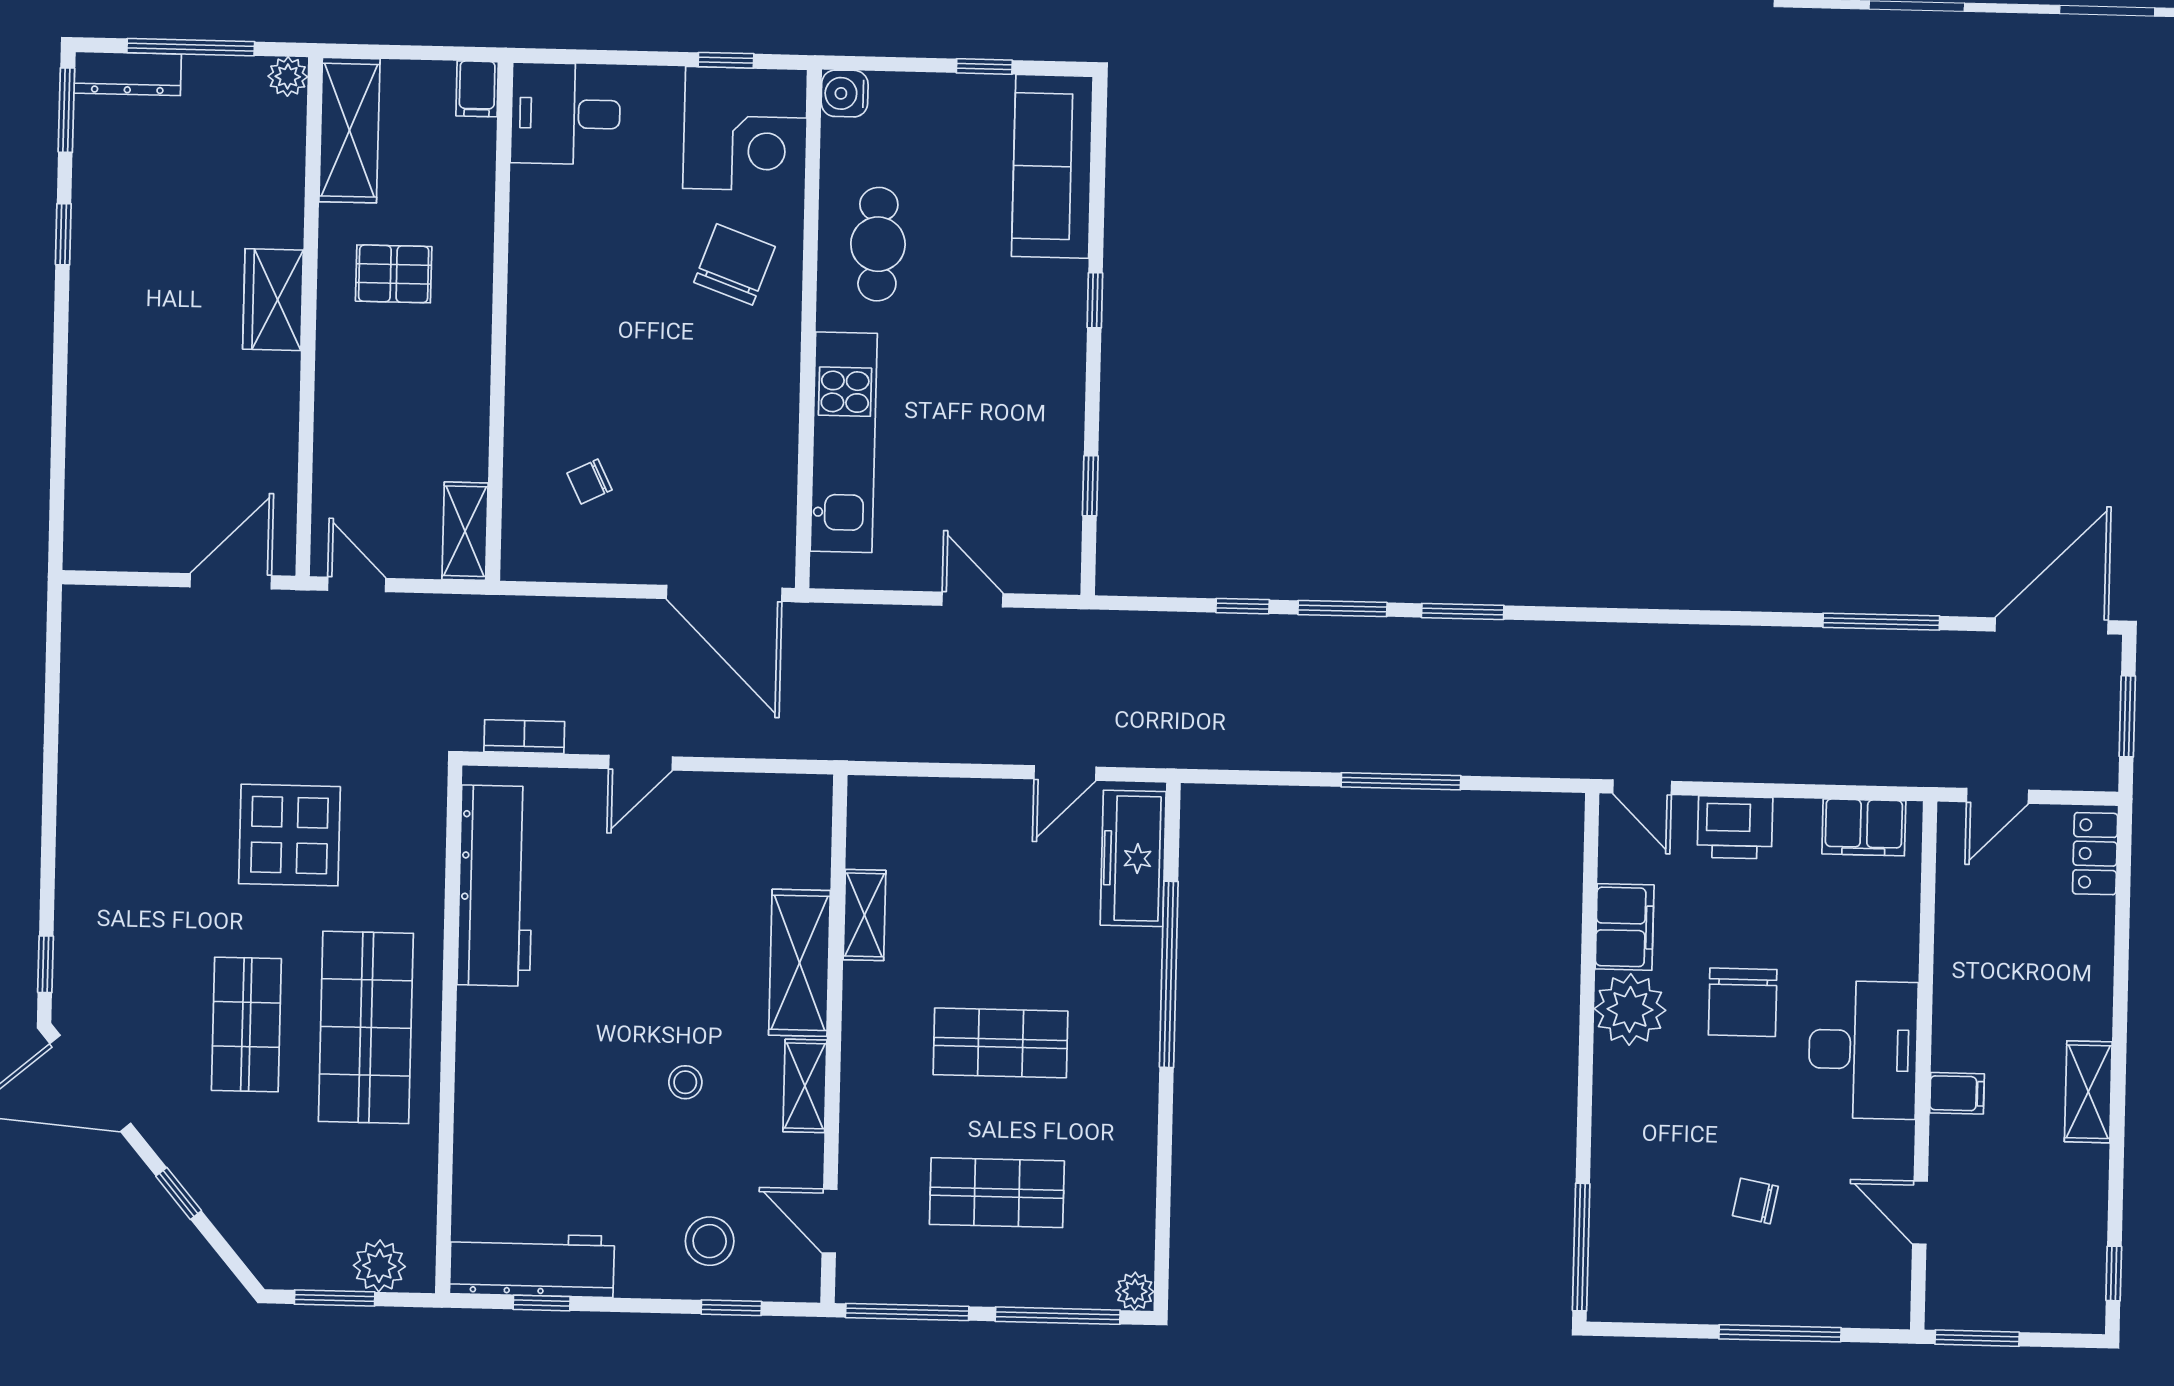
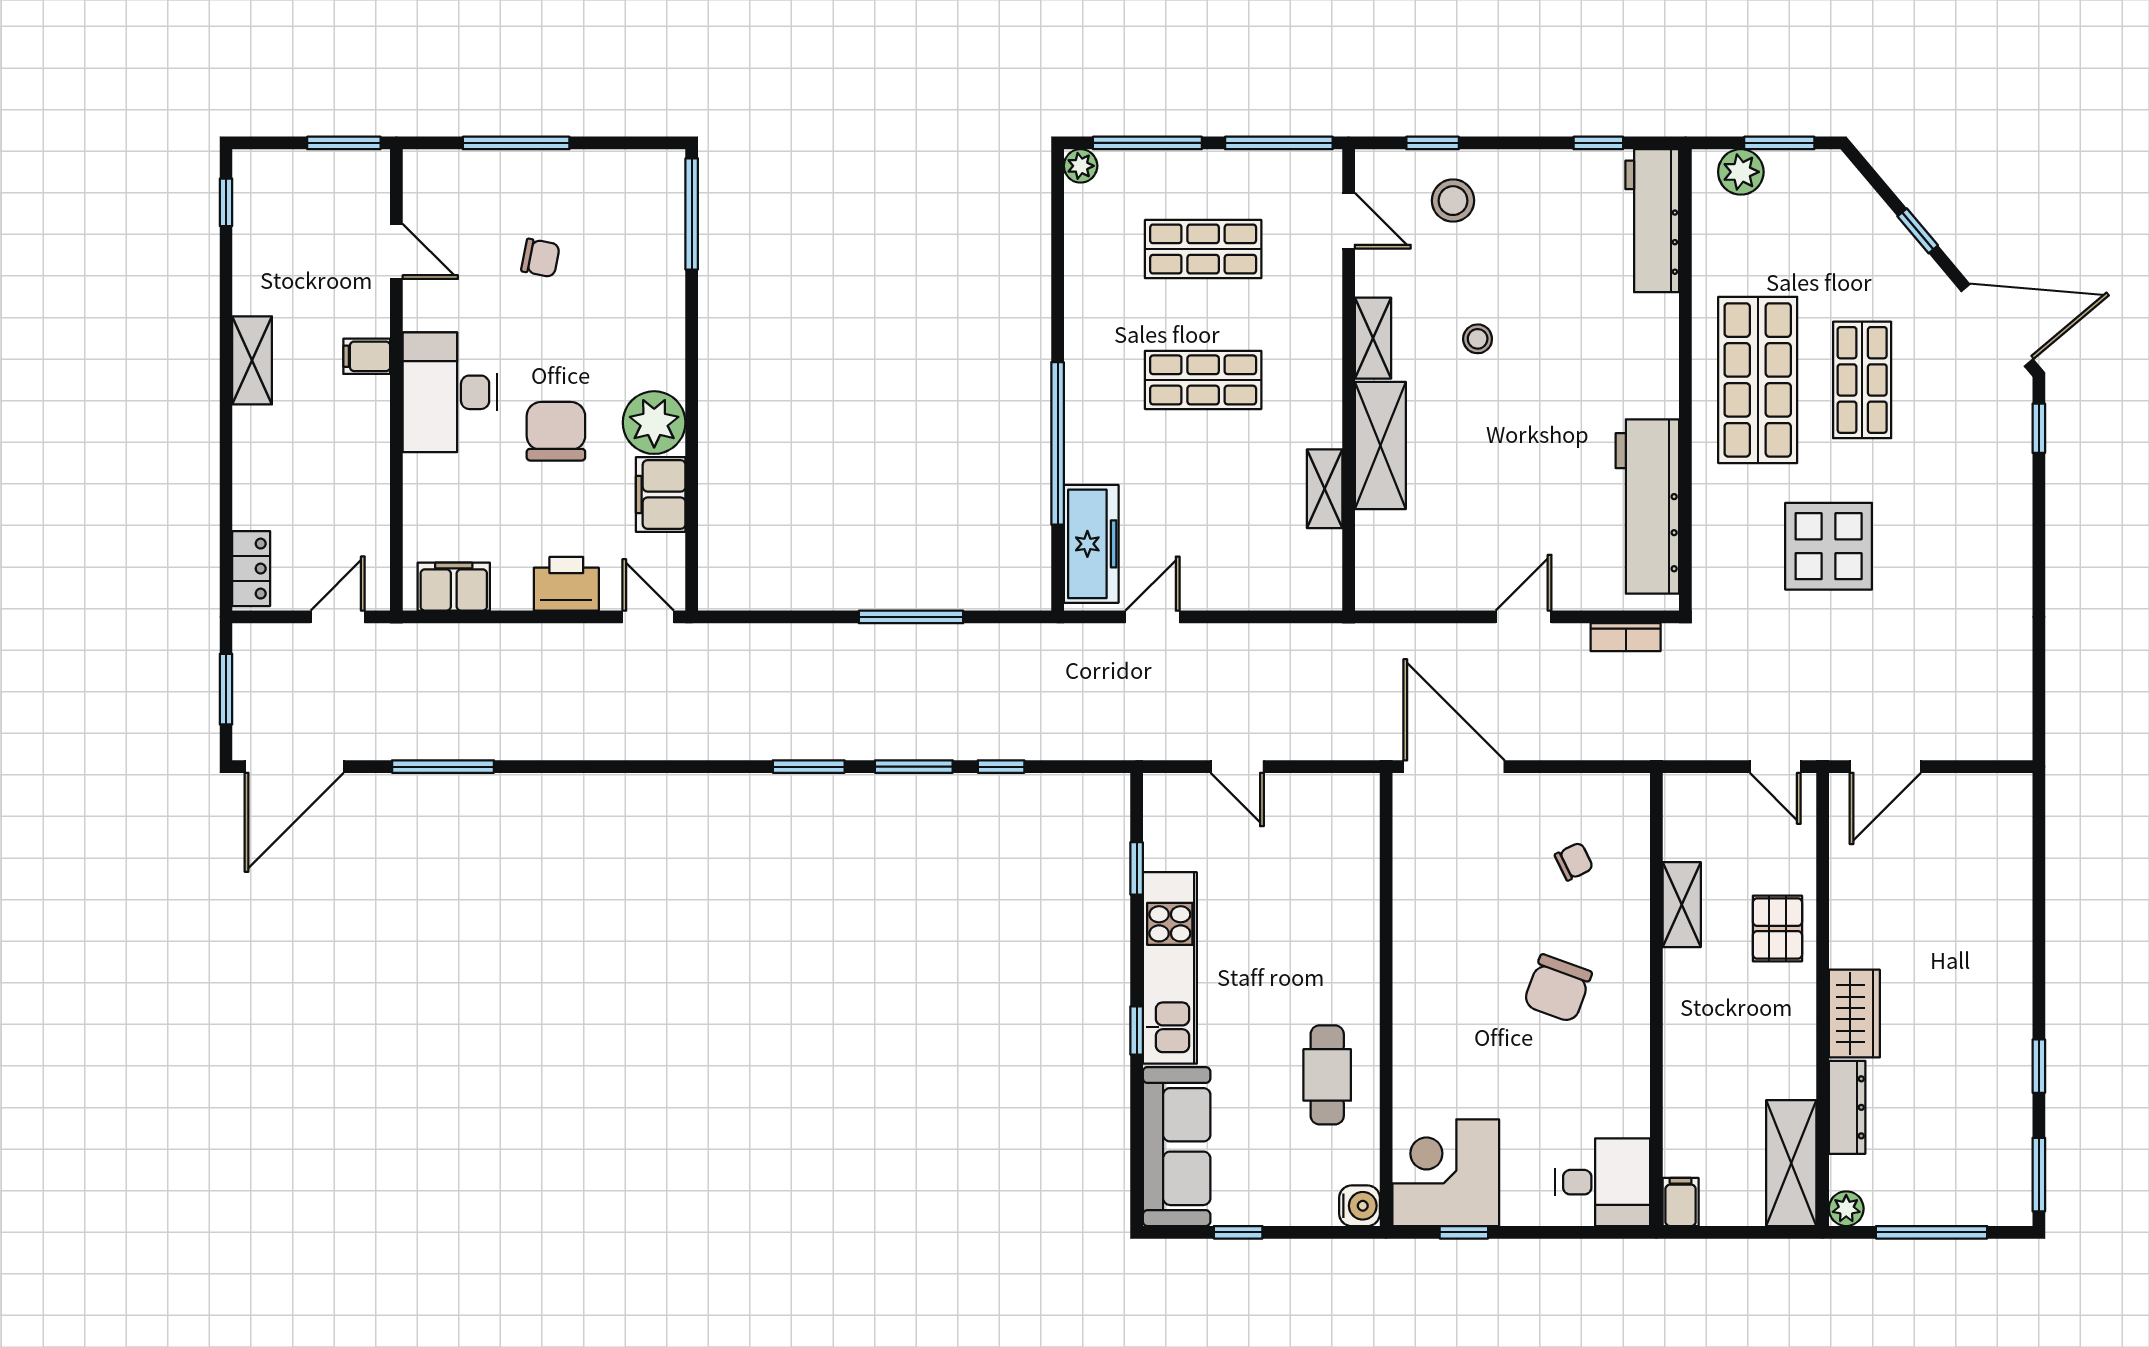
dresser: (128, 74) -> (1847, 1107), moved, turned 90
chair: (735, 264) -> (1558, 988), moved
pallet: (394, 274) -> (1777, 929), moved, turned 90
kitchen unit: (844, 442) -> (1170, 968), moved, turned 180
shelving: (465, 531) -> (1682, 905), moved
window: (1401, 781) -> (911, 617), moved
workbench: (532, 1265) -> (1652, 221), moved, turned 90

